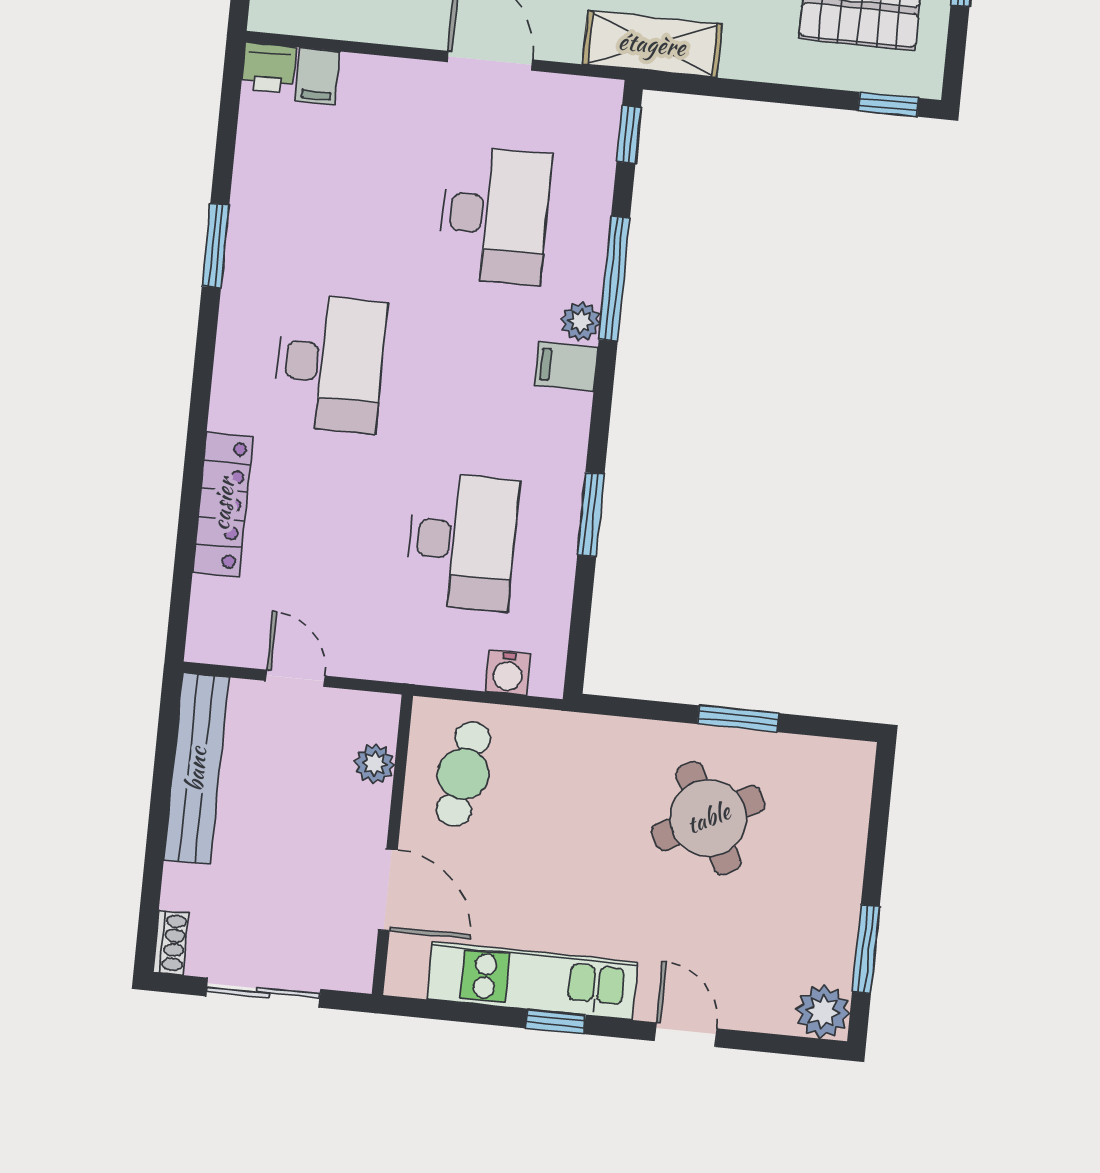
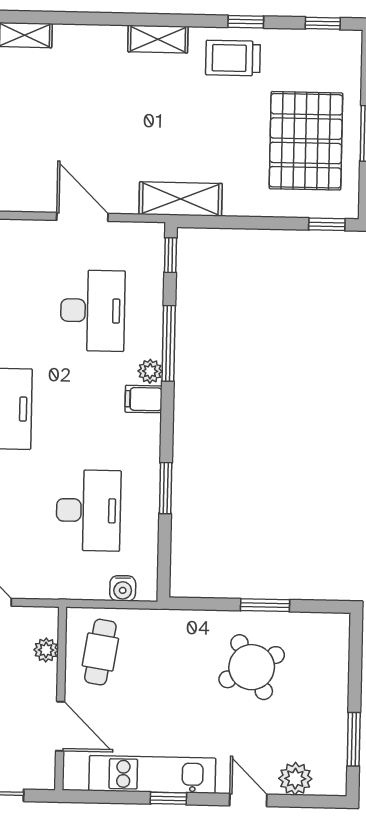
plant: (823, 1012) -> (295, 779), moved

